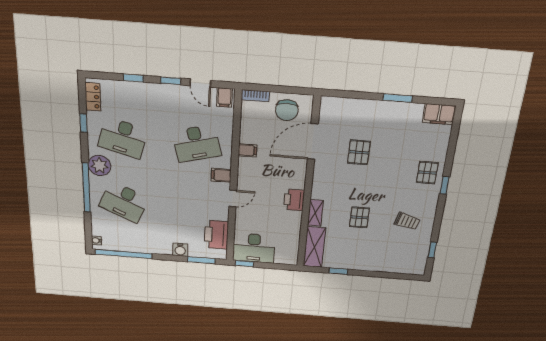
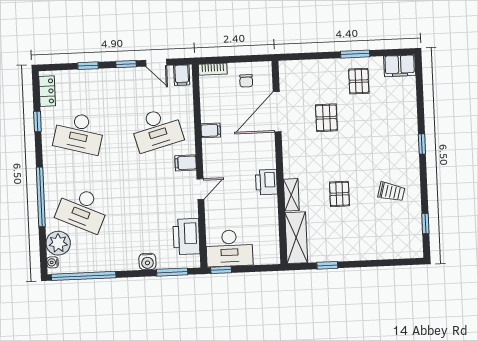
chair: (287, 110) -> (246, 81), width x0.54, depth x0.54
plant: (100, 165) -> (58, 243), moved
pallet: (427, 173) -> (359, 81), moved

